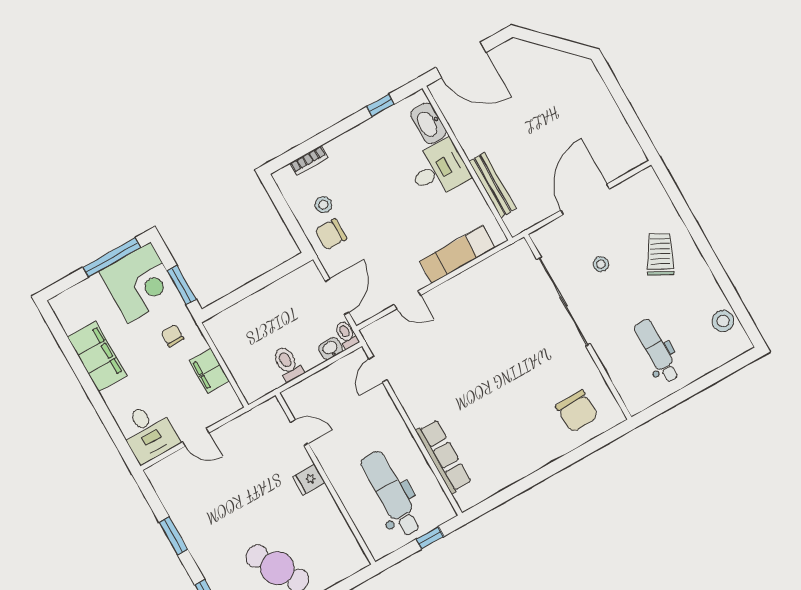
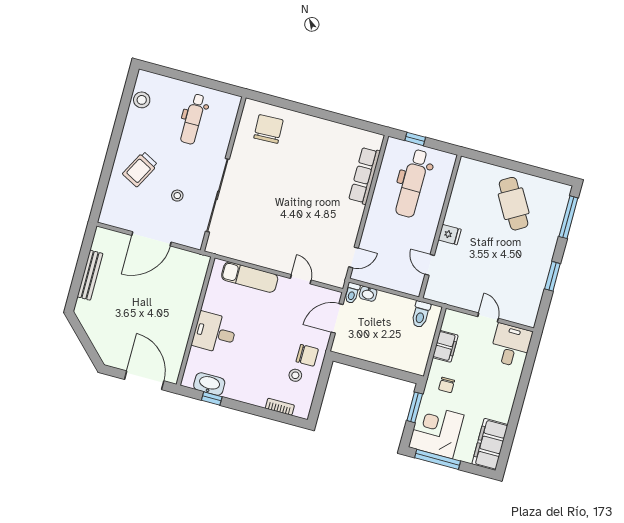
washbasin: (429, 123) -> (209, 384), moved, turned -90
bench: (493, 185) -> (90, 275), moved
filing cabinet: (97, 356) -> (490, 444), moved
toilet: (288, 364) -> (421, 314), moved

